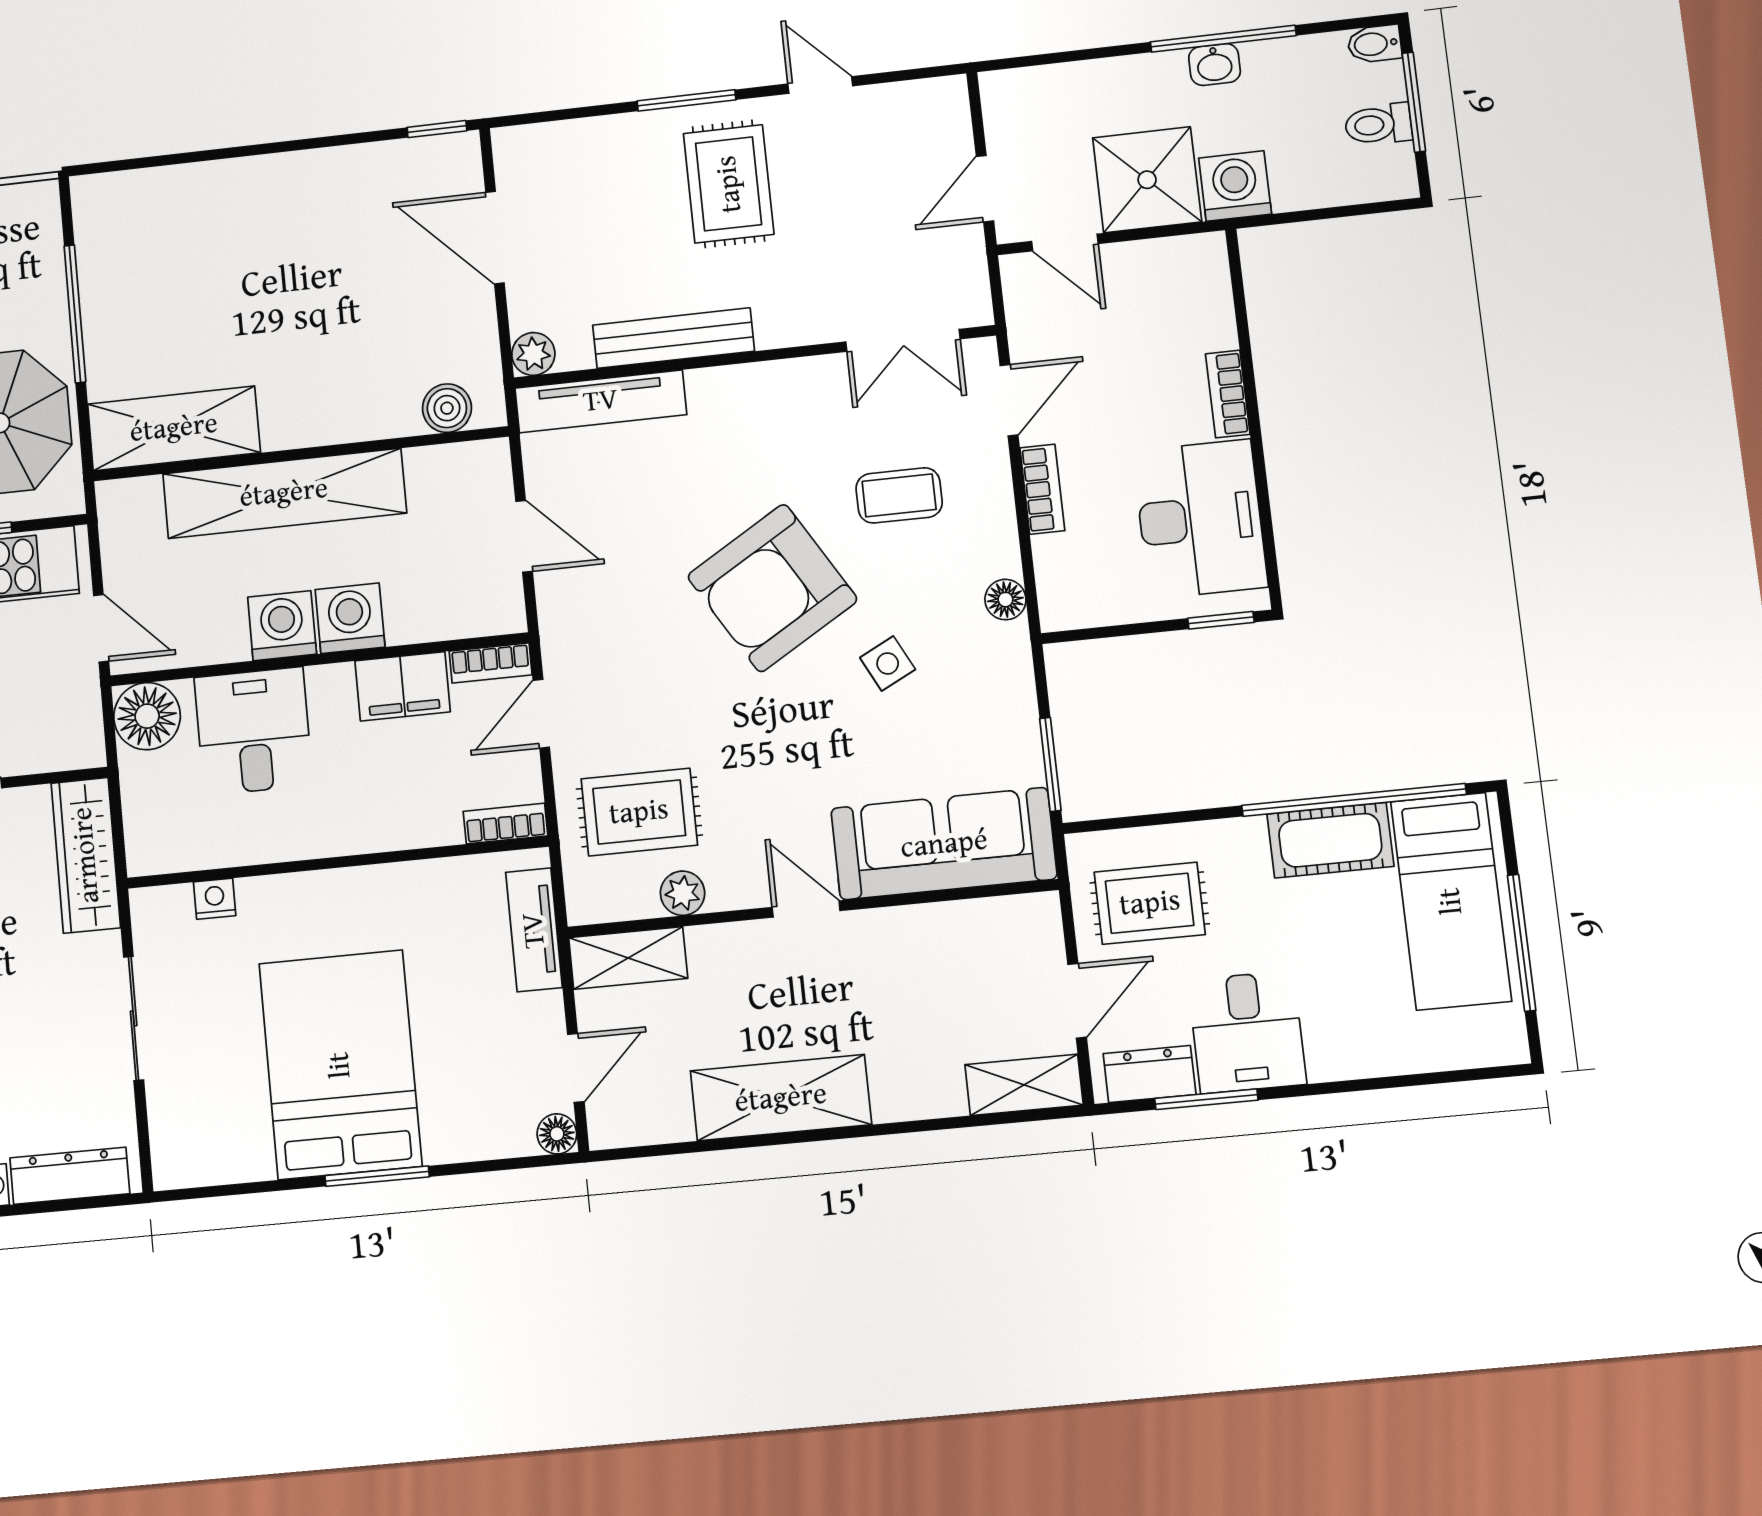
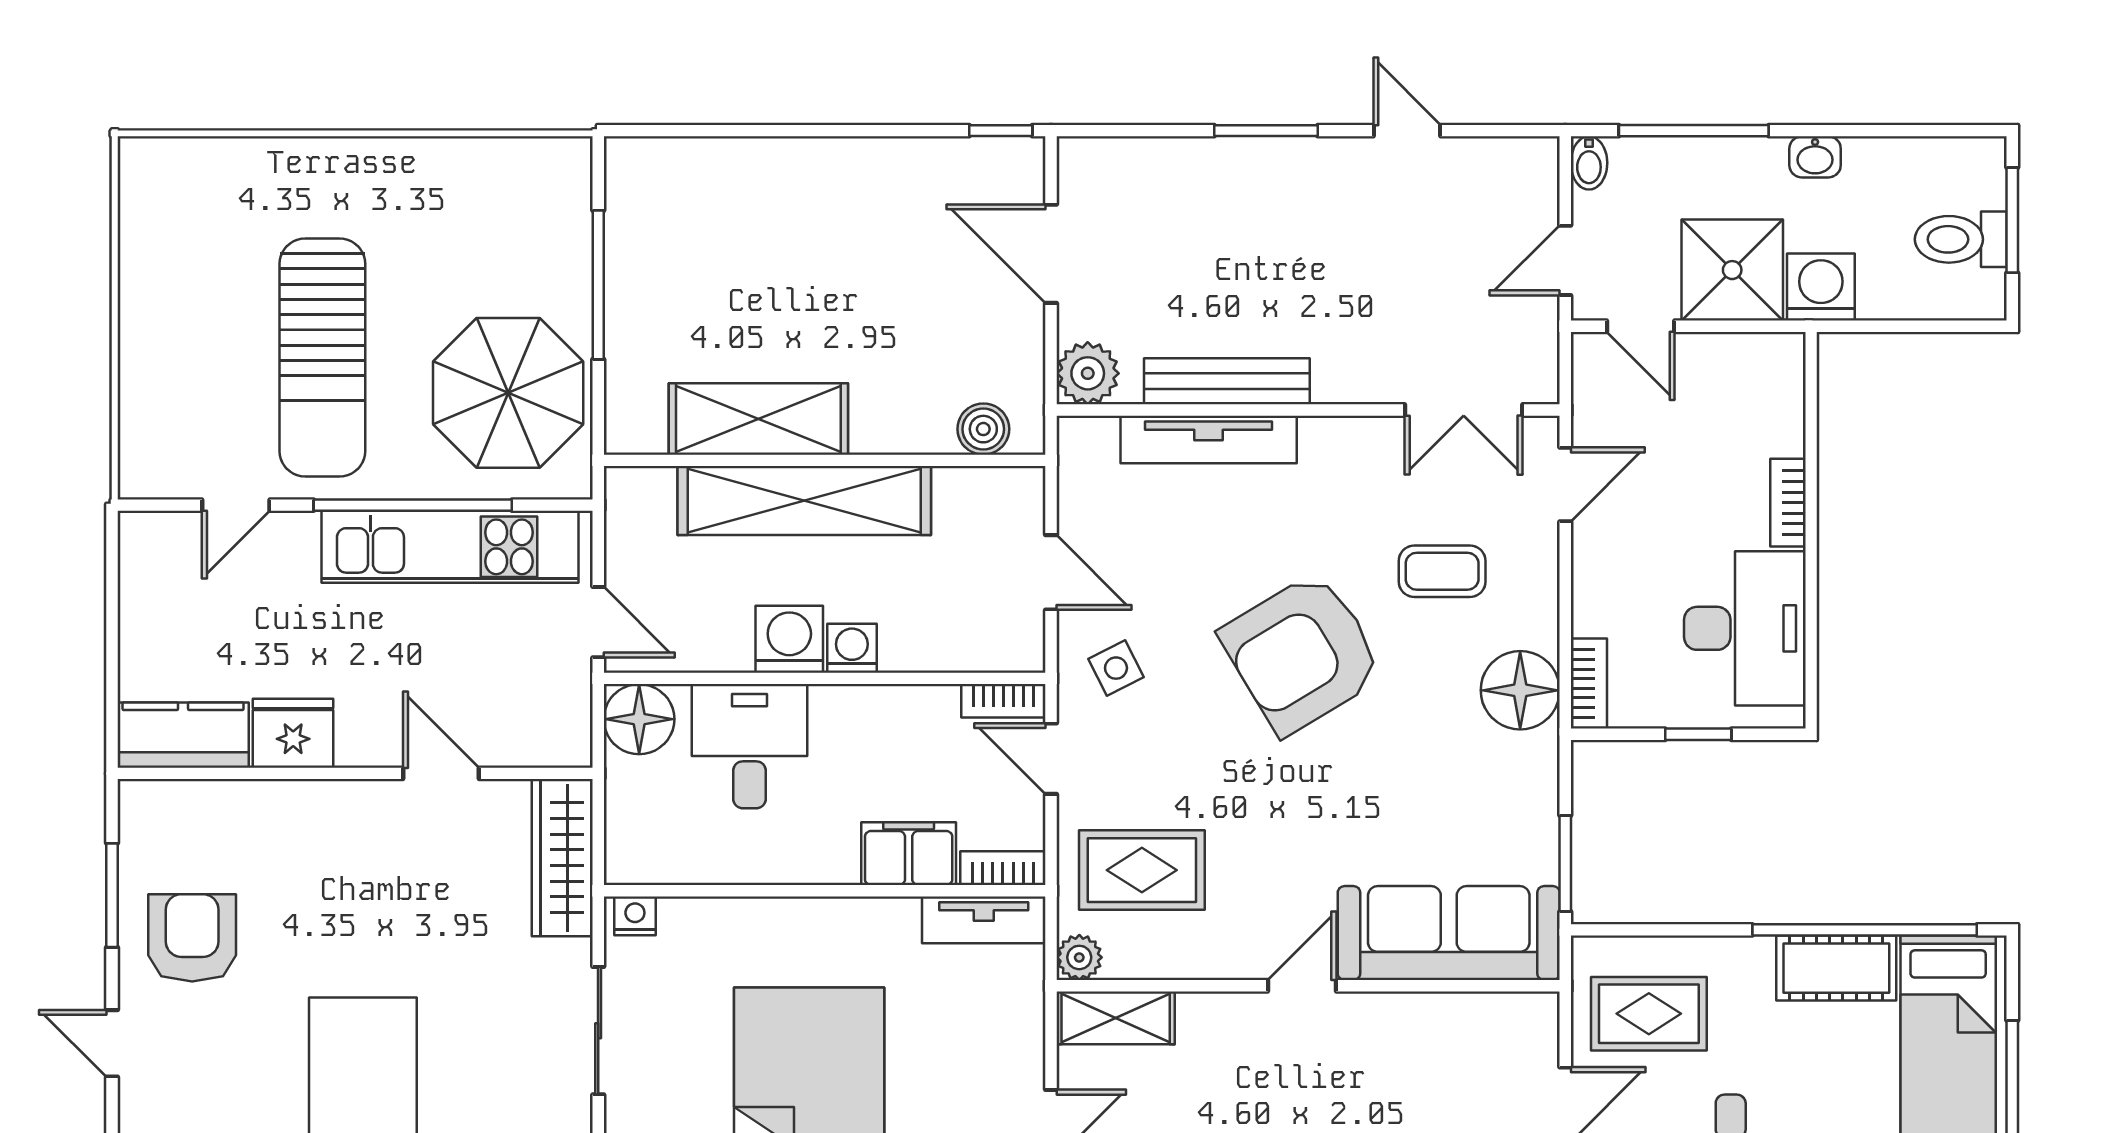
window: (1223, 39) -> (1694, 131), moved
bidet: (1374, 44) -> (1589, 163), moved, turned -90
toilet: (1378, 124) -> (1961, 239), width x1.37, depth x1.39
rug: (729, 184) -> (1301, 225), removed
plant: (533, 354) -> (1088, 373), width x1.38, depth x1.38
tv unit: (601, 401) -> (1209, 440), moved
shelving: (174, 428) -> (758, 419), moved
bookcase: (1042, 489) -> (1589, 683), moved
floor lamp: (1005, 600) -> (1520, 690), width x1.89, depth x1.89
washing machine: (350, 618) -> (852, 648), width x0.73, depth x0.73
window: (1221, 620) -> (1698, 734), moved
side table: (888, 663) -> (1116, 668), moved
filing cabinet: (403, 686) -> (909, 854), moved, turned 180
door: (541, 714) -> (1051, 759), hinge flipped
plant: (683, 893) -> (1079, 957), moved
nightstand: (215, 899) -> (635, 916), moved
door: (806, 909) -> (1302, 986), hinge flipped
tv unit: (534, 930) -> (984, 920), moved, turned -90

